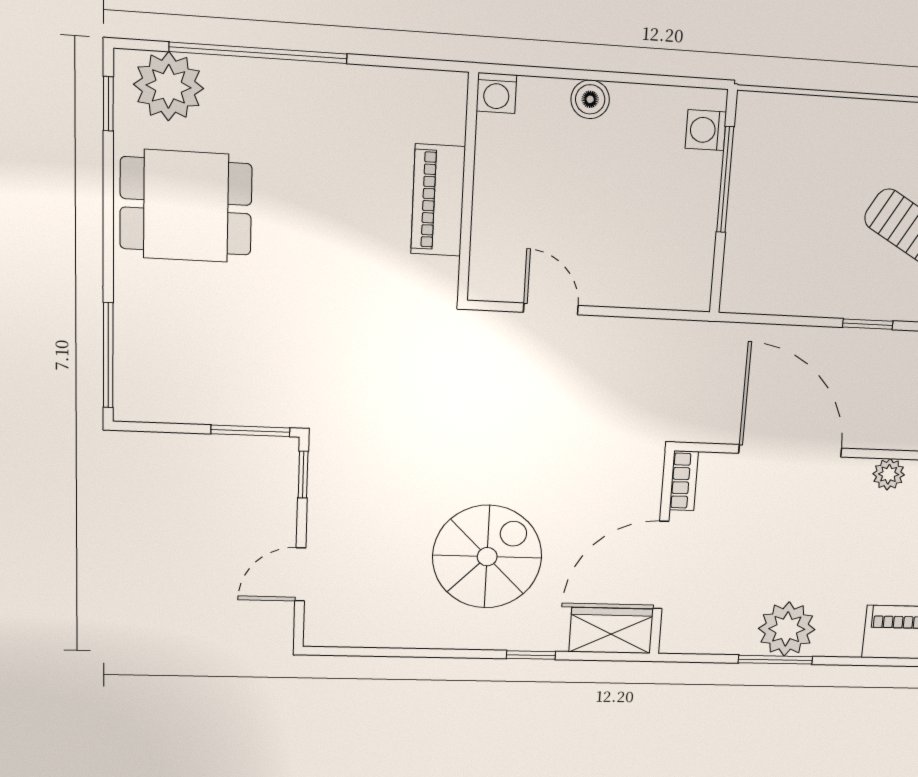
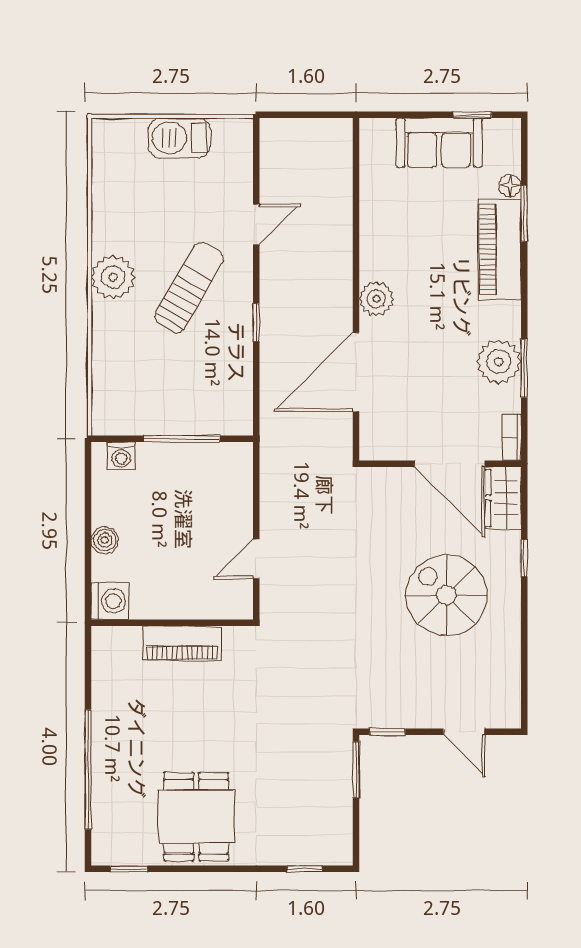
plant: (169, 86) -> (115, 829), removed
washing machine: (496, 93) -> (110, 601), width x1.38, depth x1.38
window: (725, 180) -> (182, 439), moved
window: (108, 355) -> (305, 869), width x0.46
plant: (889, 474) -> (376, 299), width x1.38, depth x1.38
bookcase: (684, 481) -> (512, 437), moved, turned -90

